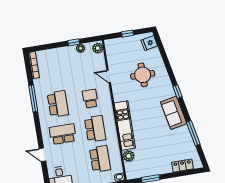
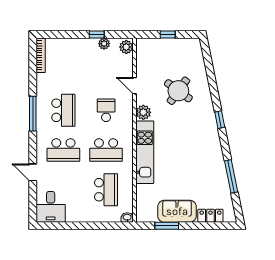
fridge: (149, 43) -> (194, 51), removed
round table: (143, 75) -> (178, 91), turned 36
window: (33, 98) -> (33, 114), moved
sofa: (174, 113) -> (177, 211), moved, turned 101
school desk: (95, 129) -> (106, 150), turned 90
school desk: (63, 134) -> (63, 150), turned 180
plant: (129, 156) -> (143, 112), moved

